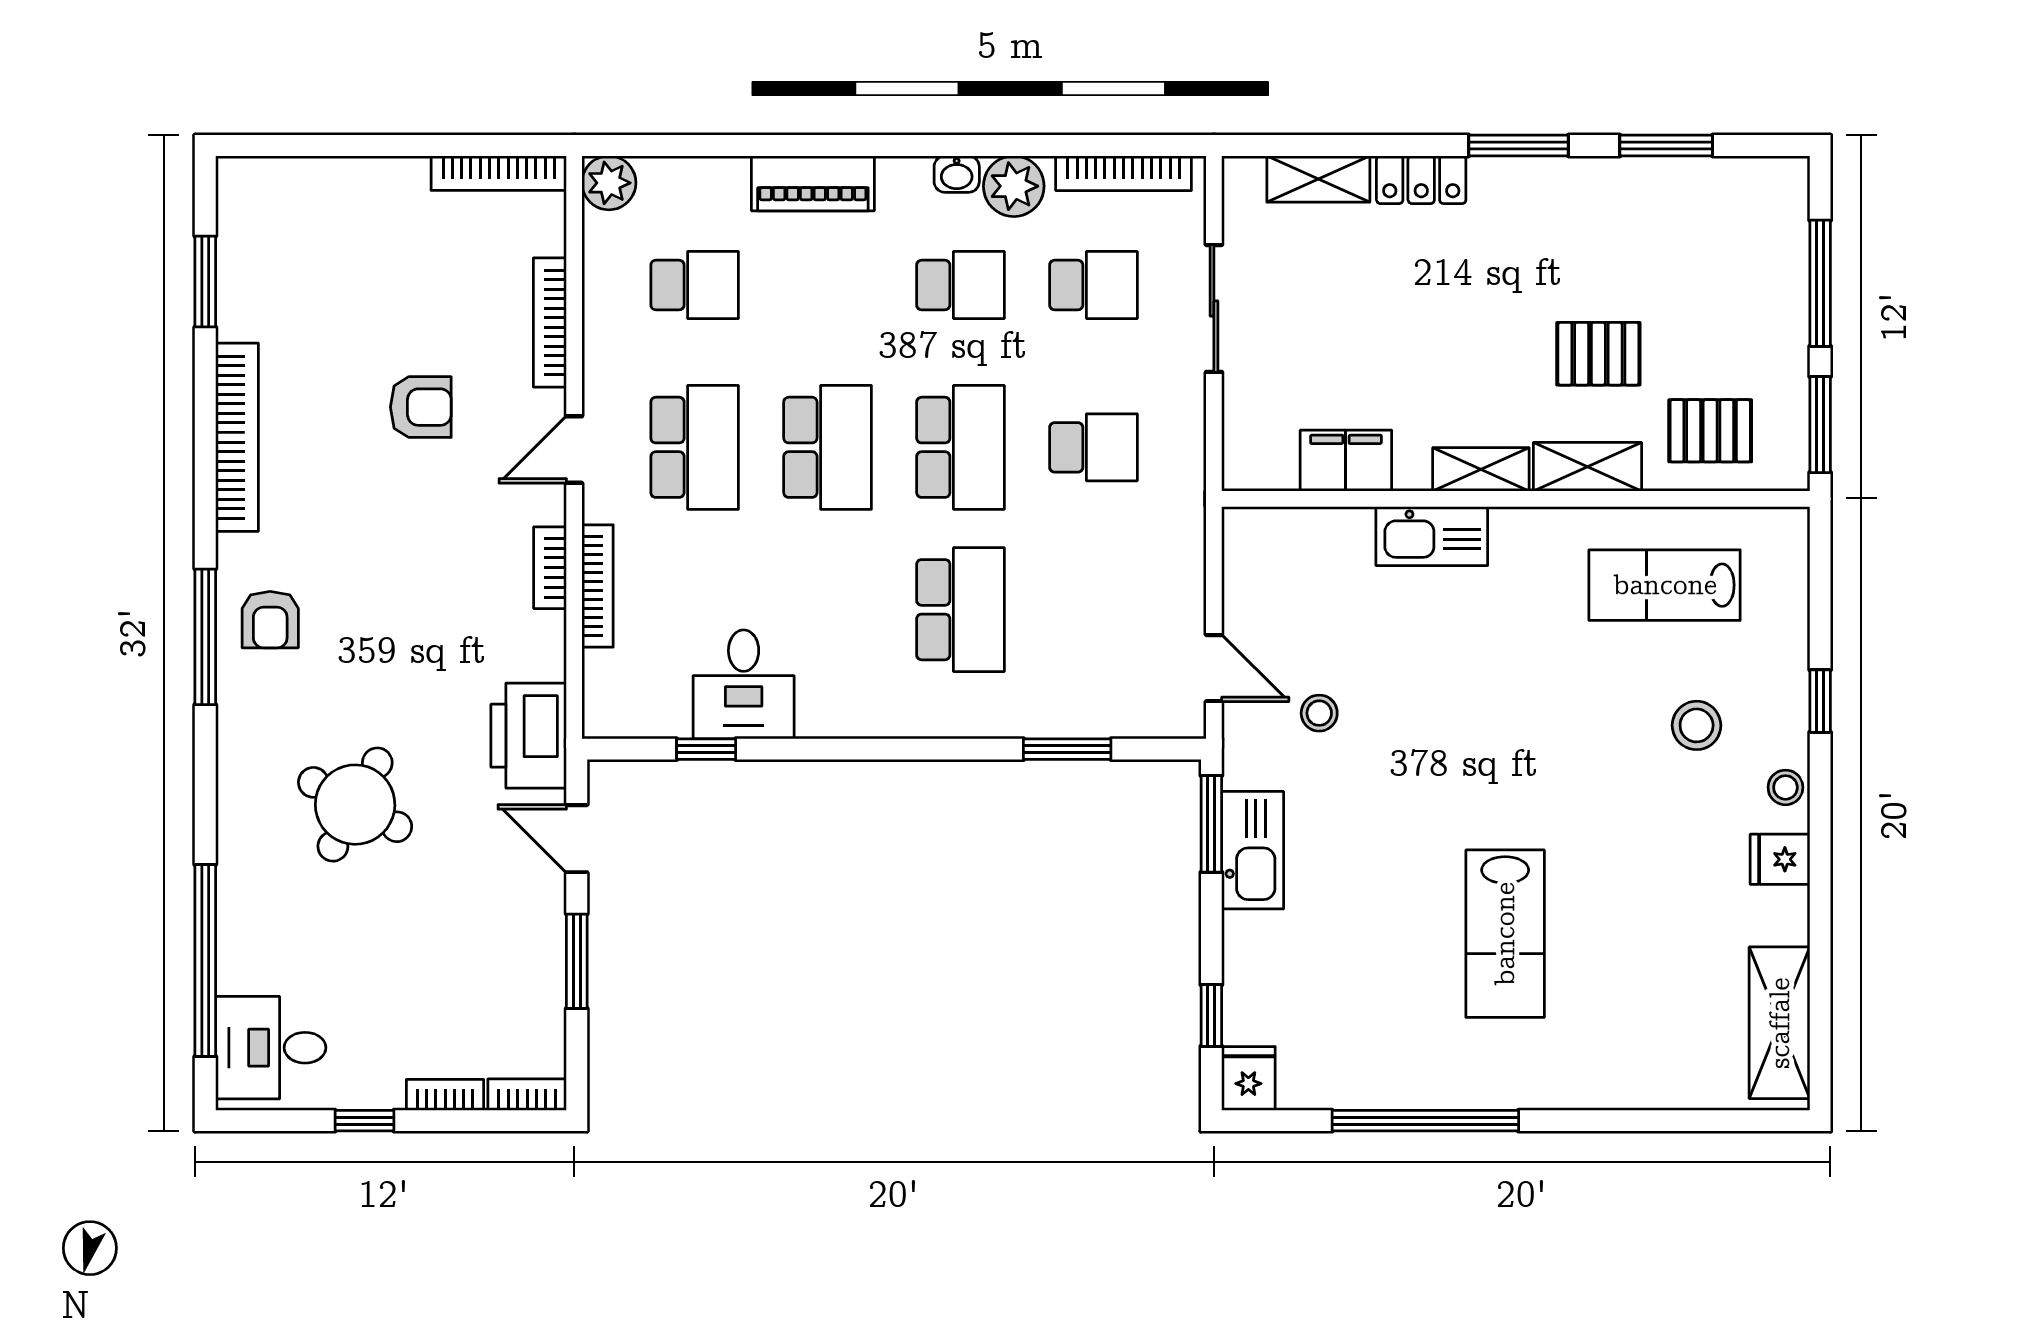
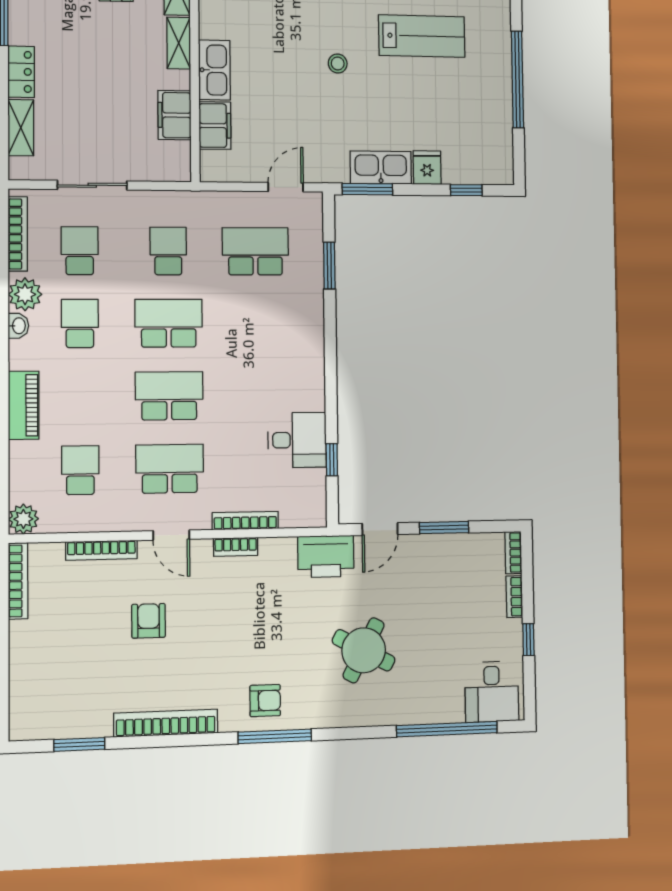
filing cabinet: (1327, 536) -> (215, 126), added
school desk: (960, 610) -> (255, 251), moved
stool: (1319, 713) -> (338, 64), moved
fridge: (1248, 1078) -> (427, 168), moved, turned 90

